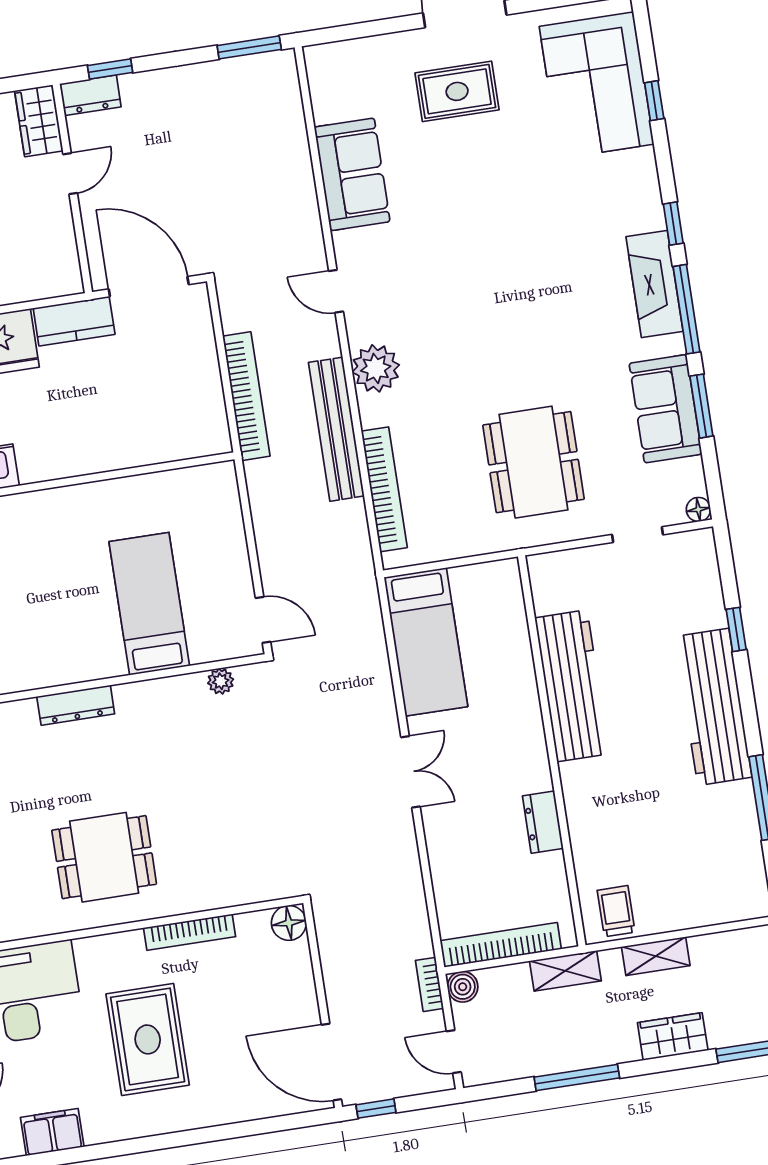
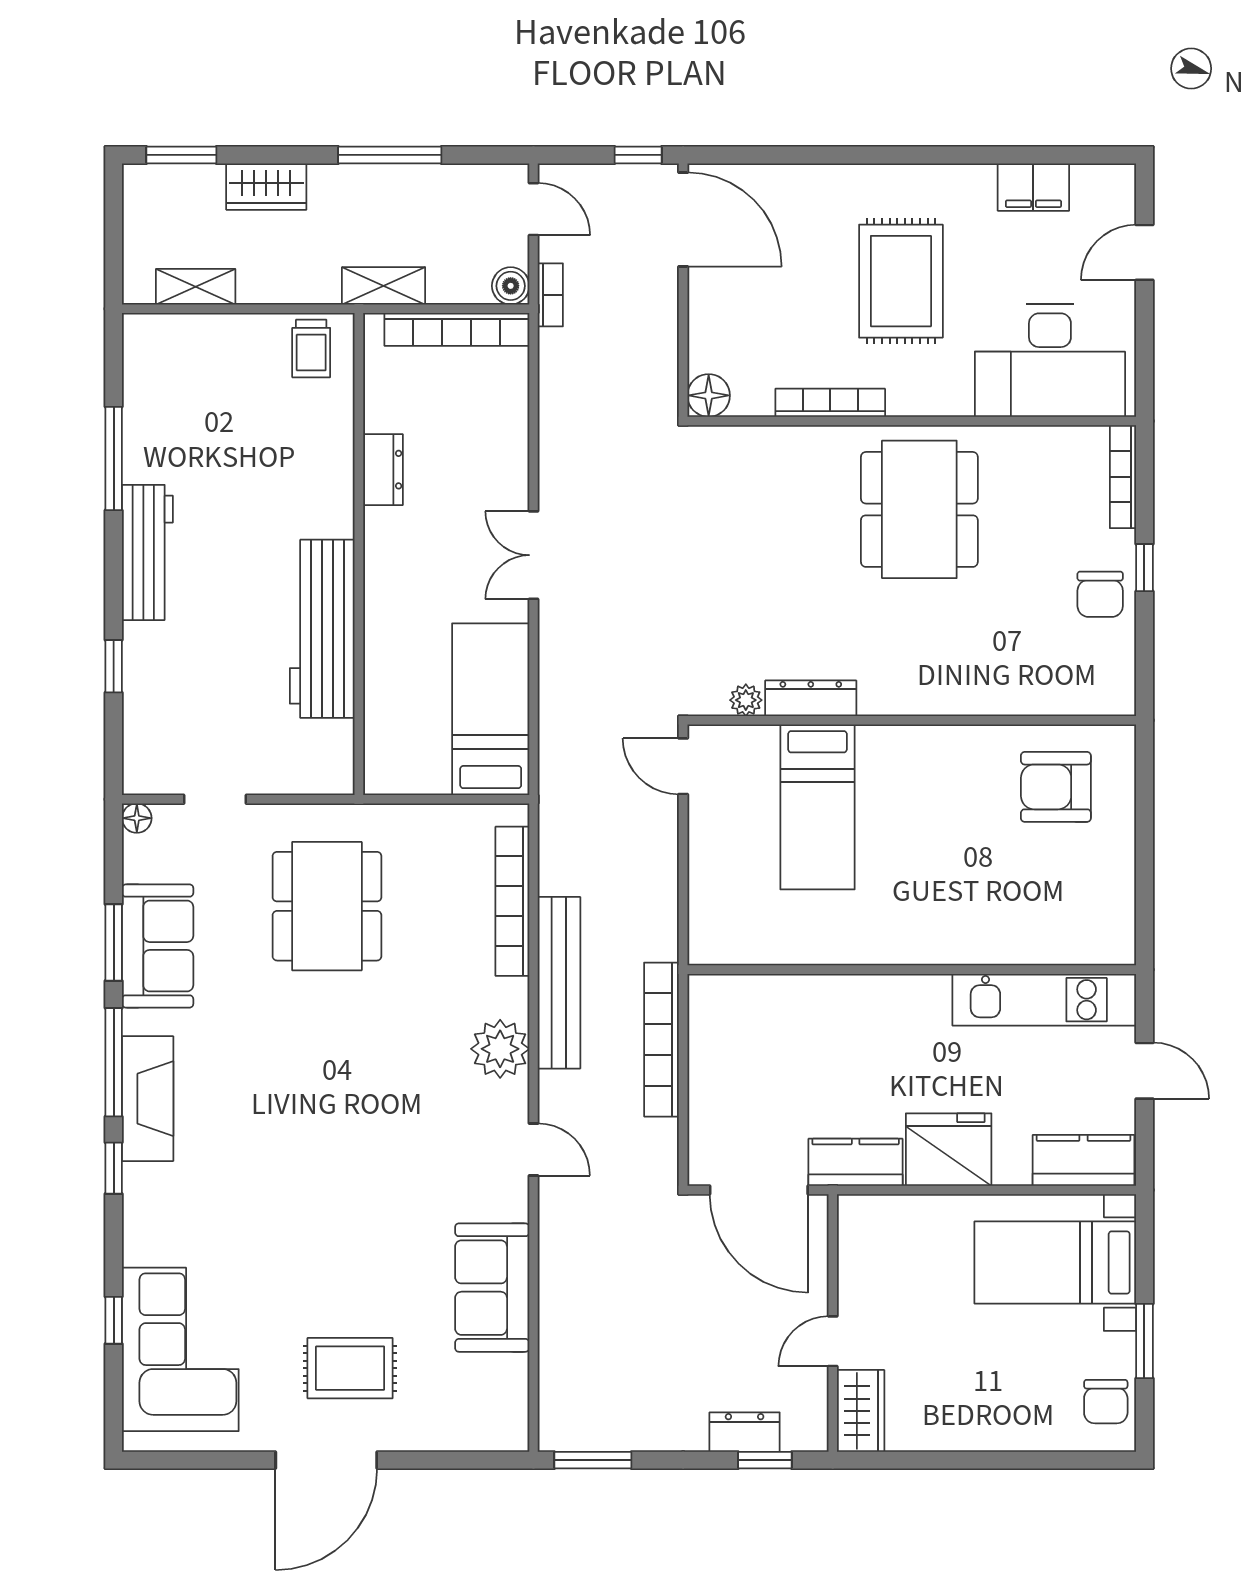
dresser: (90, 95) -> (745, 1432), moved
dresser: (76, 705) -> (811, 698), moved
workbench: (713, 707) -> (147, 552), width x0.73, depth x0.76
dining table: (104, 857) -> (919, 509), width x1.37
shelving: (656, 956) -> (196, 287), moved

